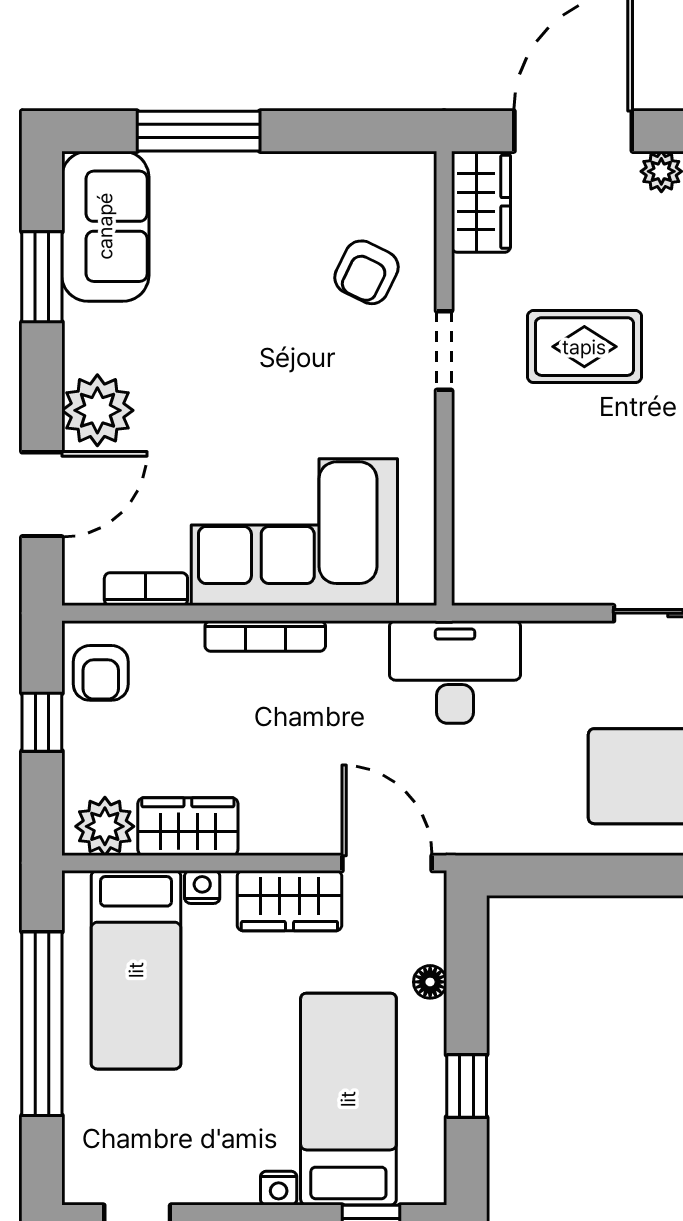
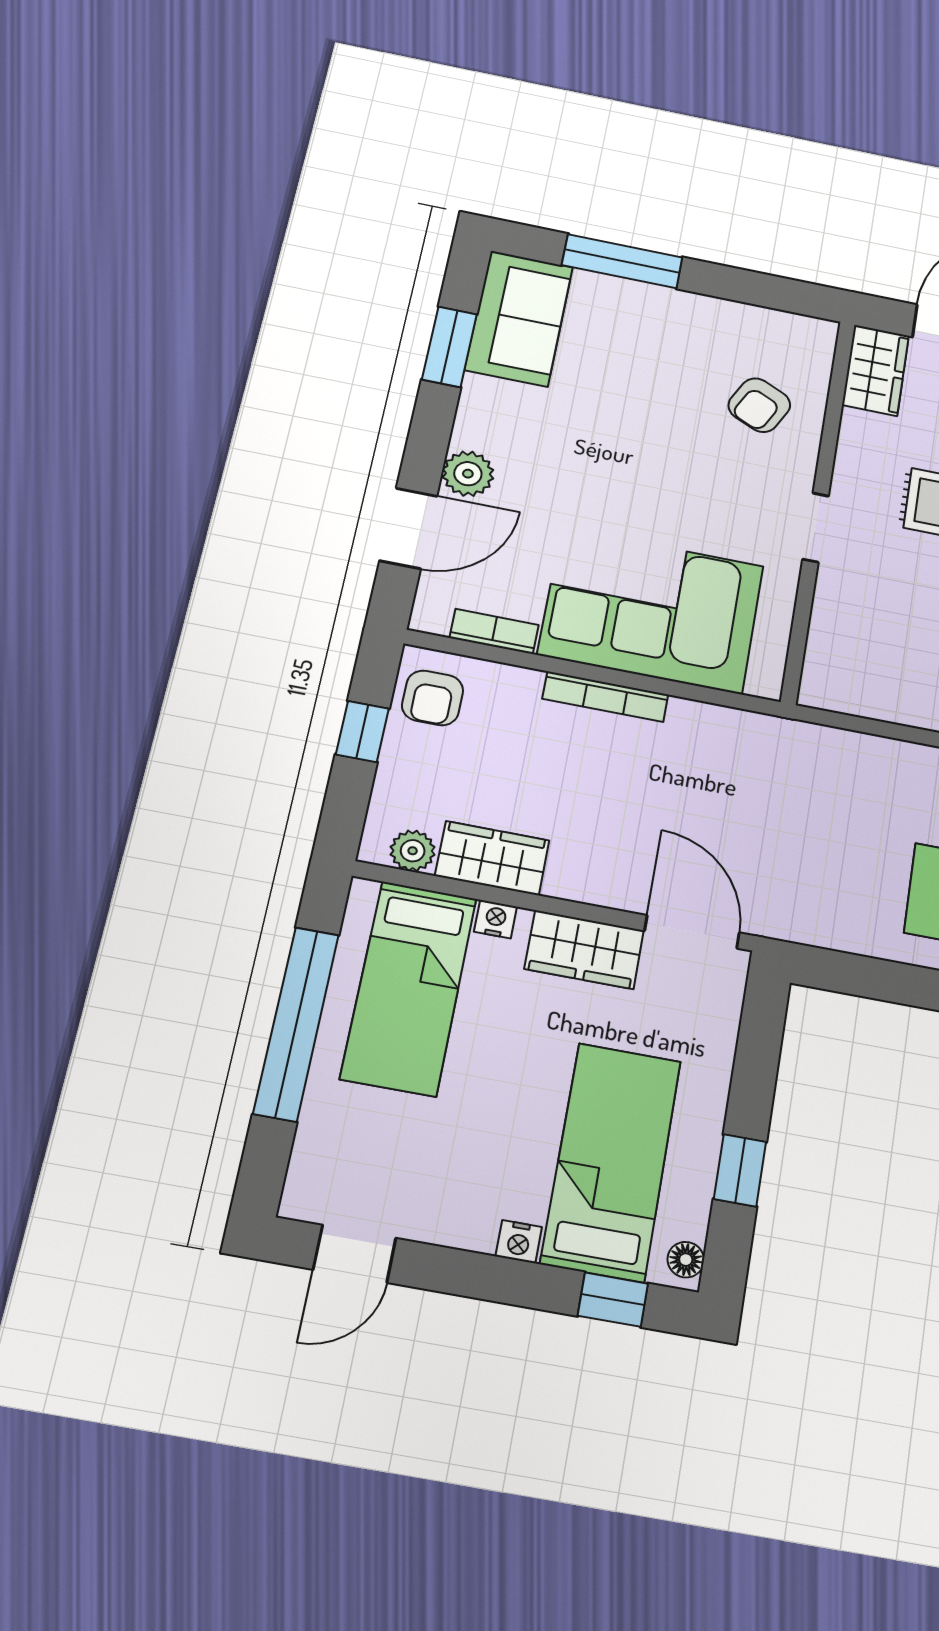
doorway: (444, 351) -> (816, 528), moved
plant: (97, 410) -> (468, 474), width x0.73, depth x0.73
desk: (455, 672) -> (790, 766), removed
plant: (105, 826) -> (413, 851), width x0.73, depth x0.73
floor lamp: (430, 982) -> (686, 1260), moved

